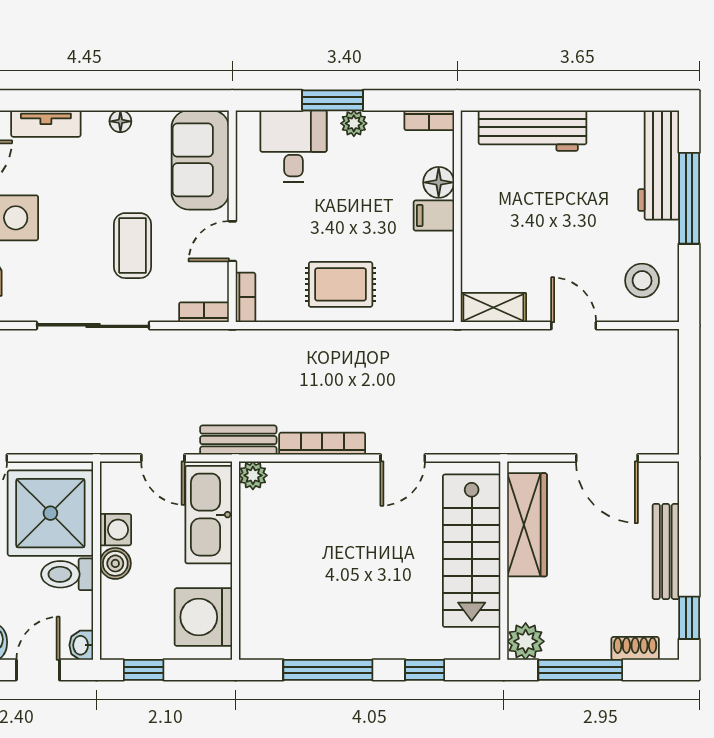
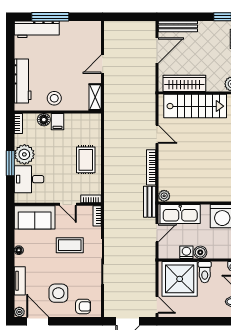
plant: (354, 123) -> (24, 154), width x1.88, depth x1.88
stool: (642, 281) -> (54, 98), moved
bench: (666, 552) -> (178, 26), moved

